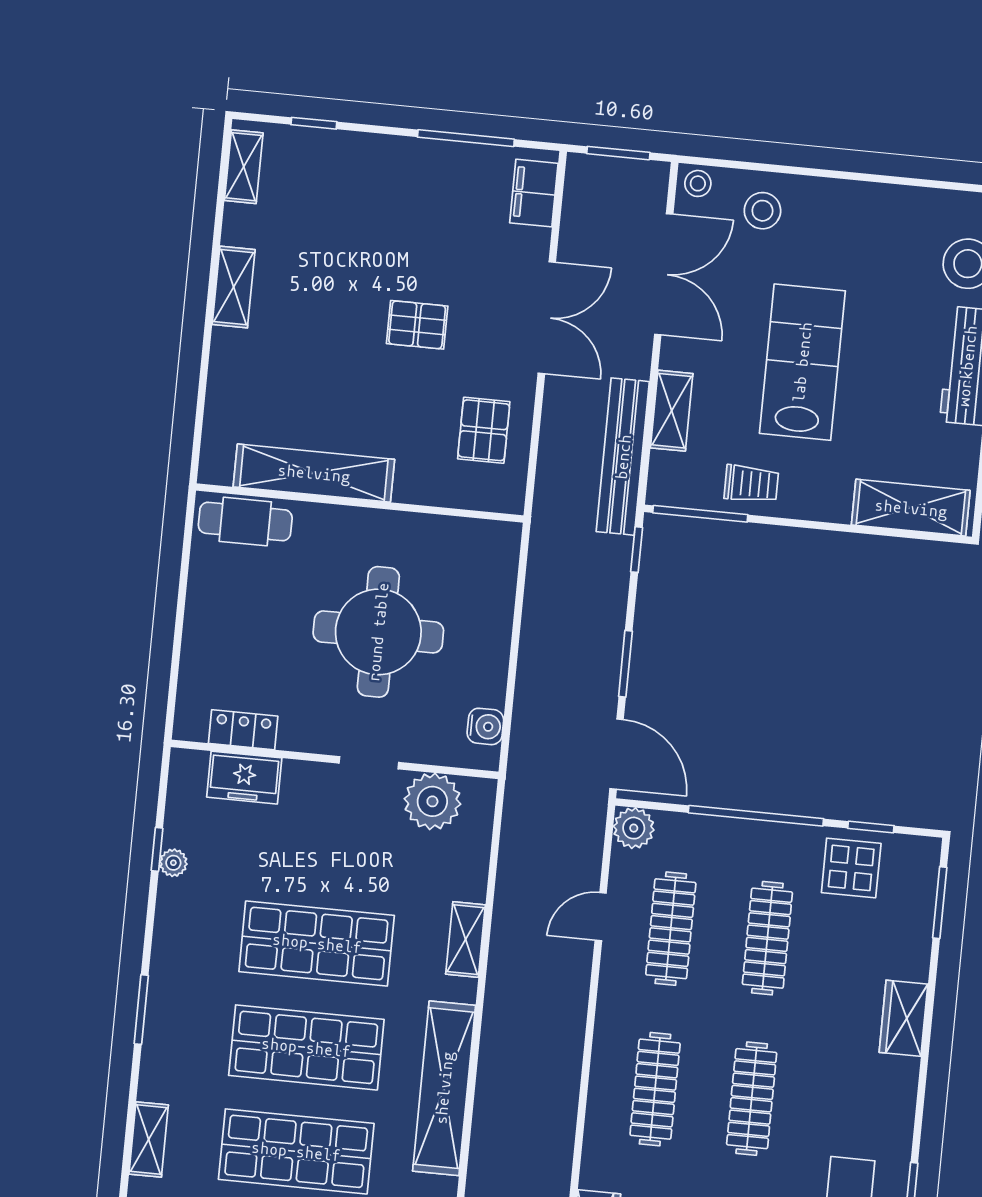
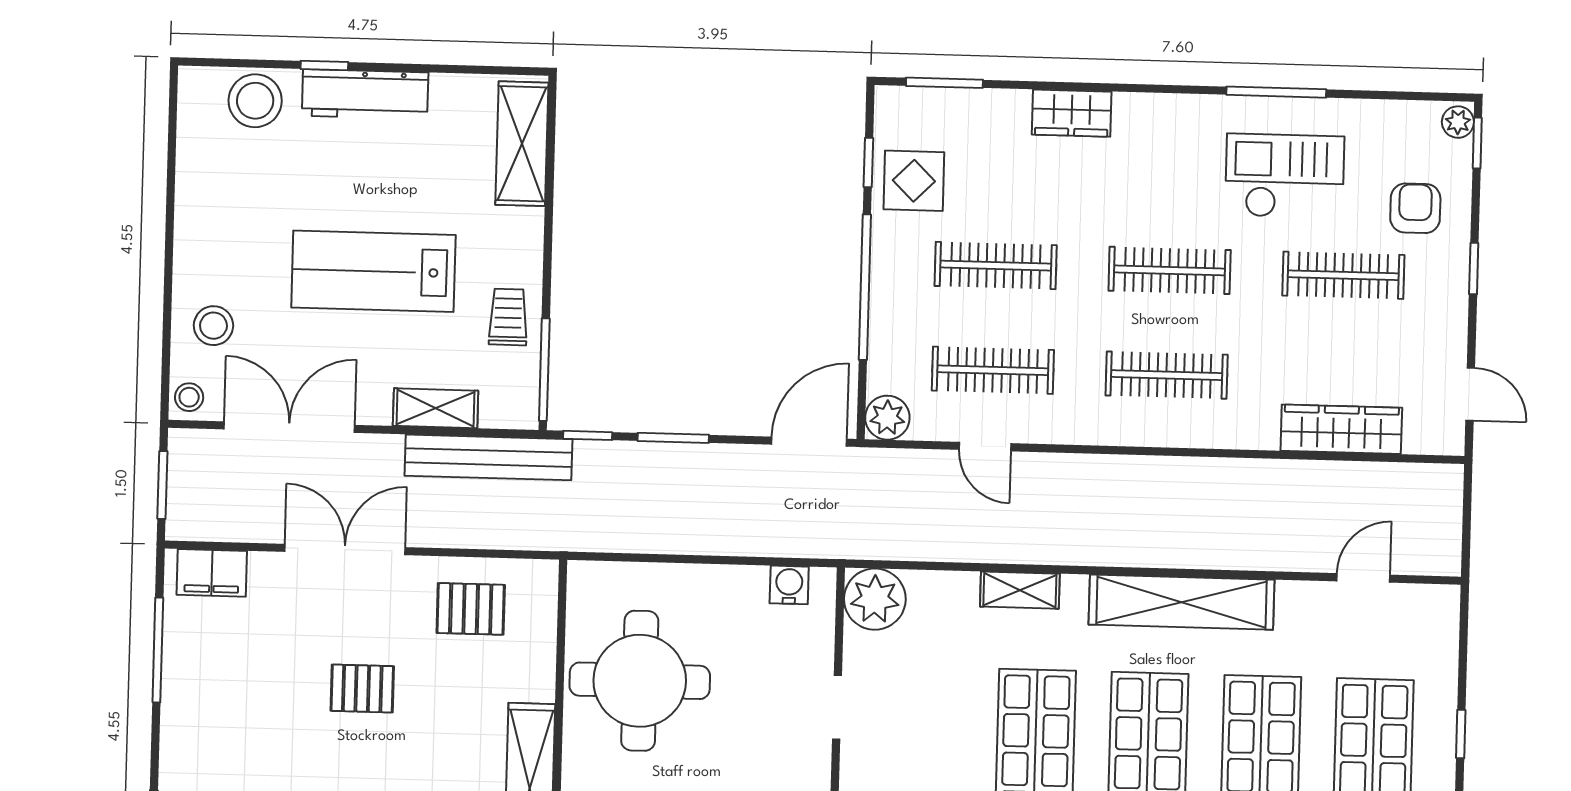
pallet: (417, 325) -> (362, 689), turned 90
round table: (378, 632) -> (640, 681), moved
window: (625, 664) -> (673, 438), moved
plant: (432, 801) -> (875, 599), moved

